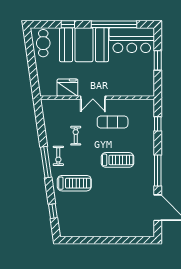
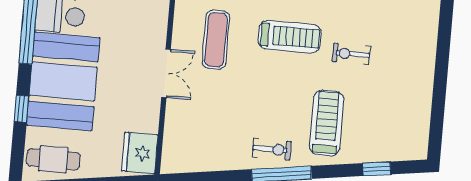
fridge: (67, 88) -> (140, 153), moved
exercise bike: (76, 136) -> (351, 54), moved
treadmill: (117, 160) -> (289, 37), turned 90

